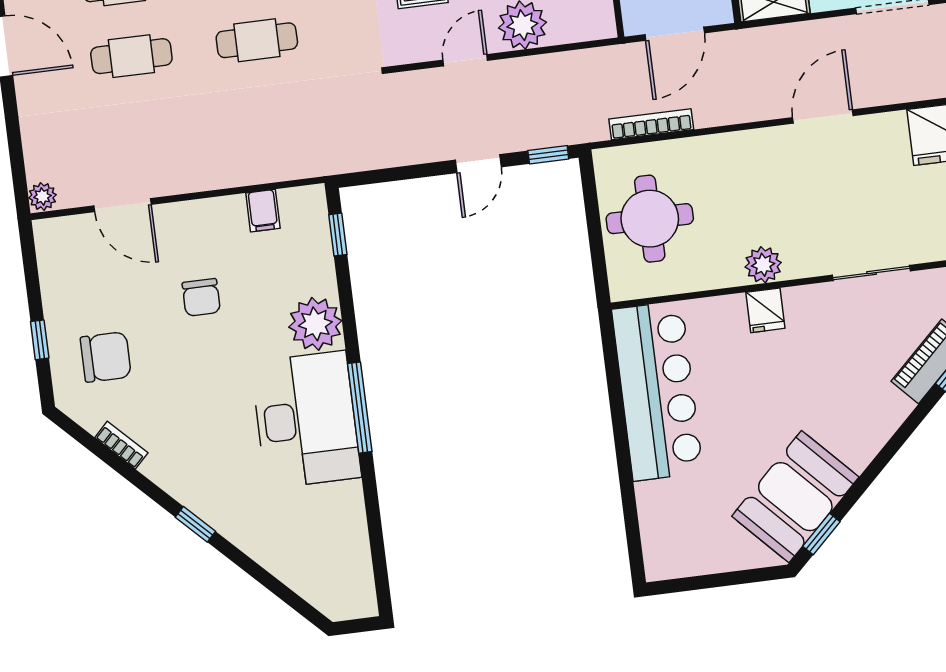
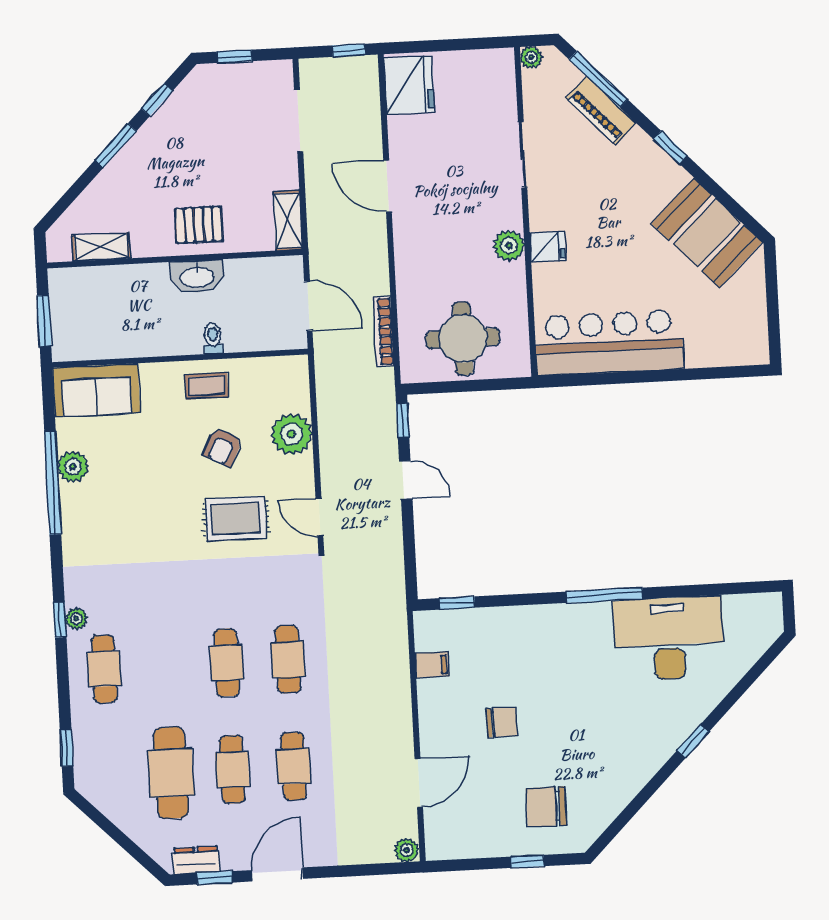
door: (465, 60) -> (319, 517), moved
plant: (315, 324) -> (531, 628), removed
chair: (106, 357) -> (546, 807), turned -90
desk: (306, 420) -> (669, 638), moved
bookcase: (121, 445) -> (622, 799), removed
window: (821, 534) -> (670, 147), moved

